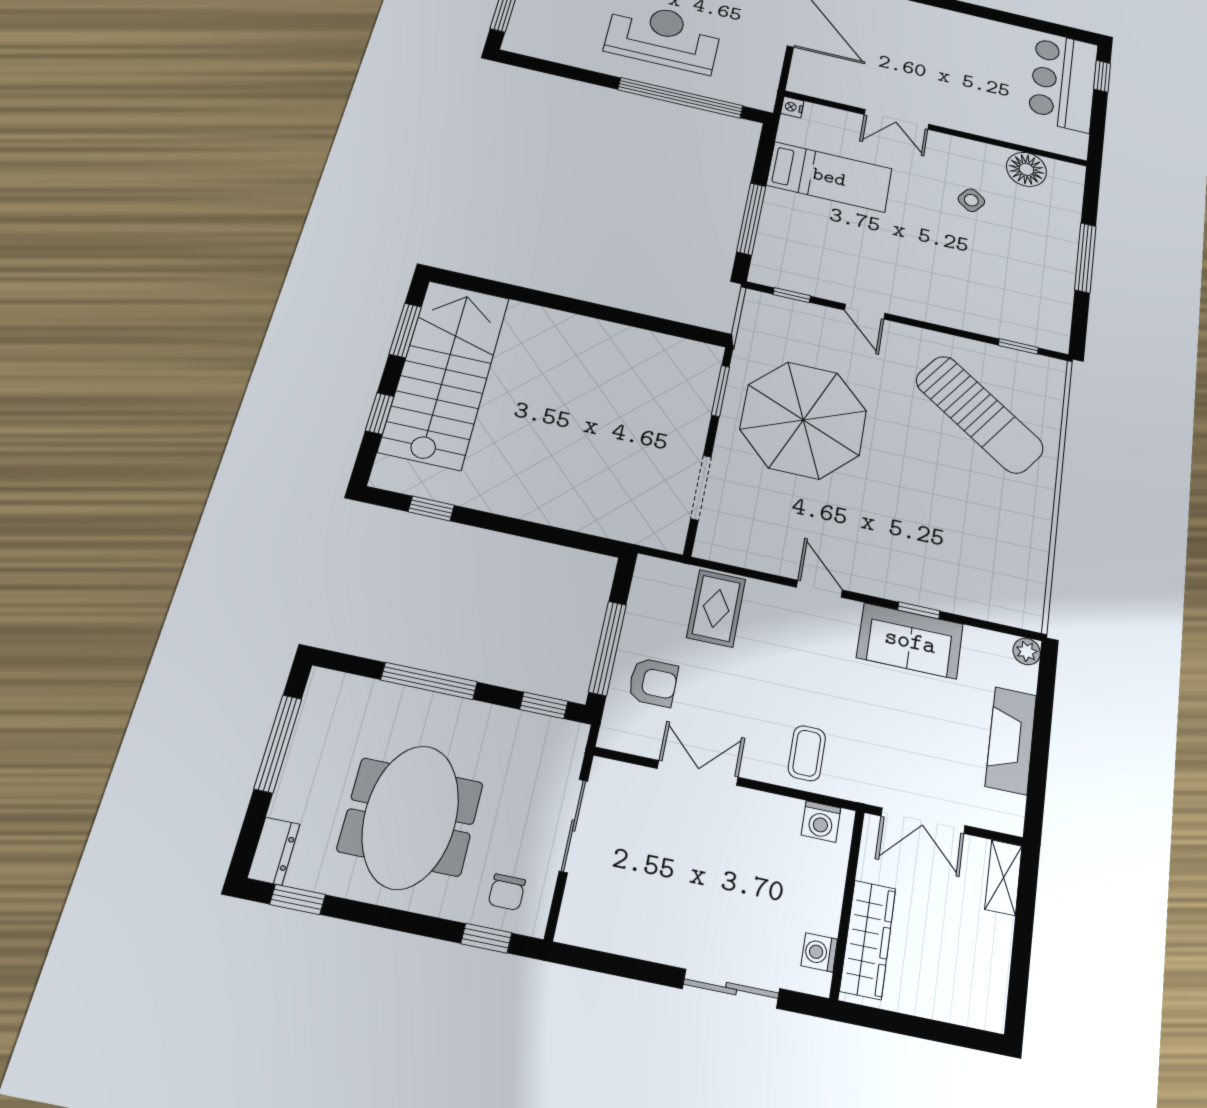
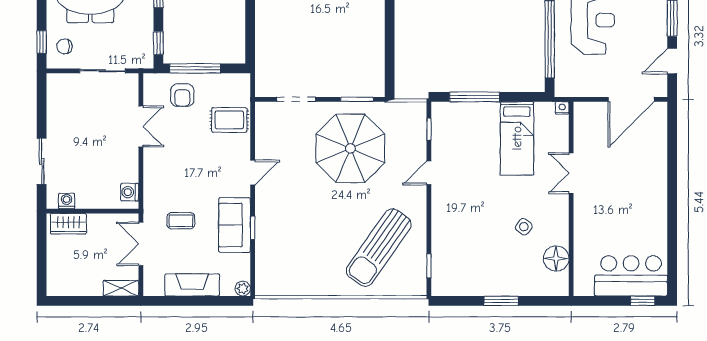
window: (1085, 258) -> (501, 301), width x0.69
coffee table: (807, 753) -> (181, 221), moved
wardrobe: (868, 939) -> (68, 224), width x0.67

